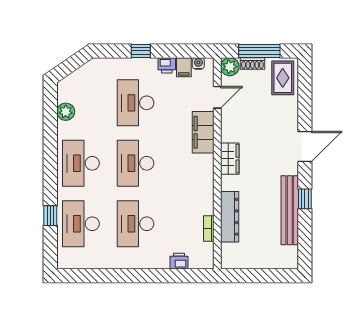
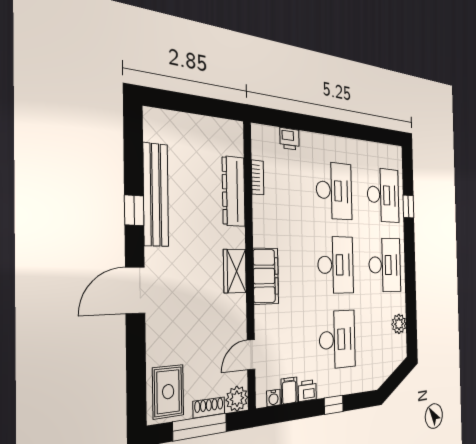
filing cabinet: (203, 132) -> (266, 276), moved

